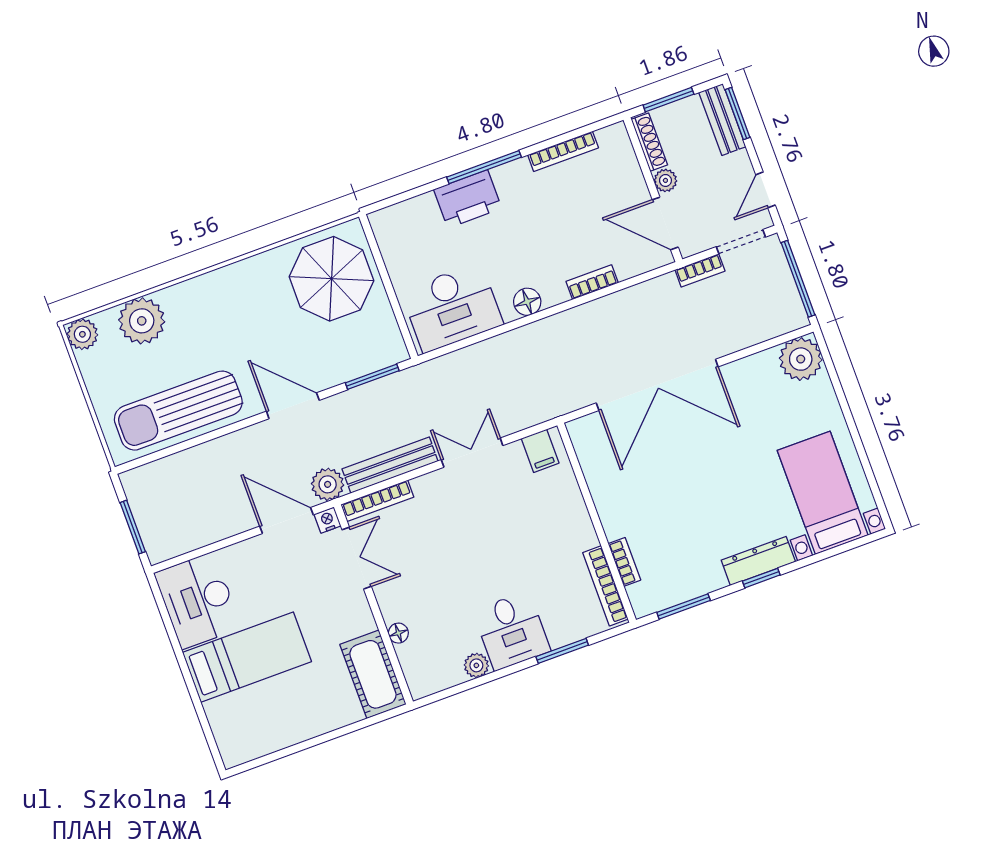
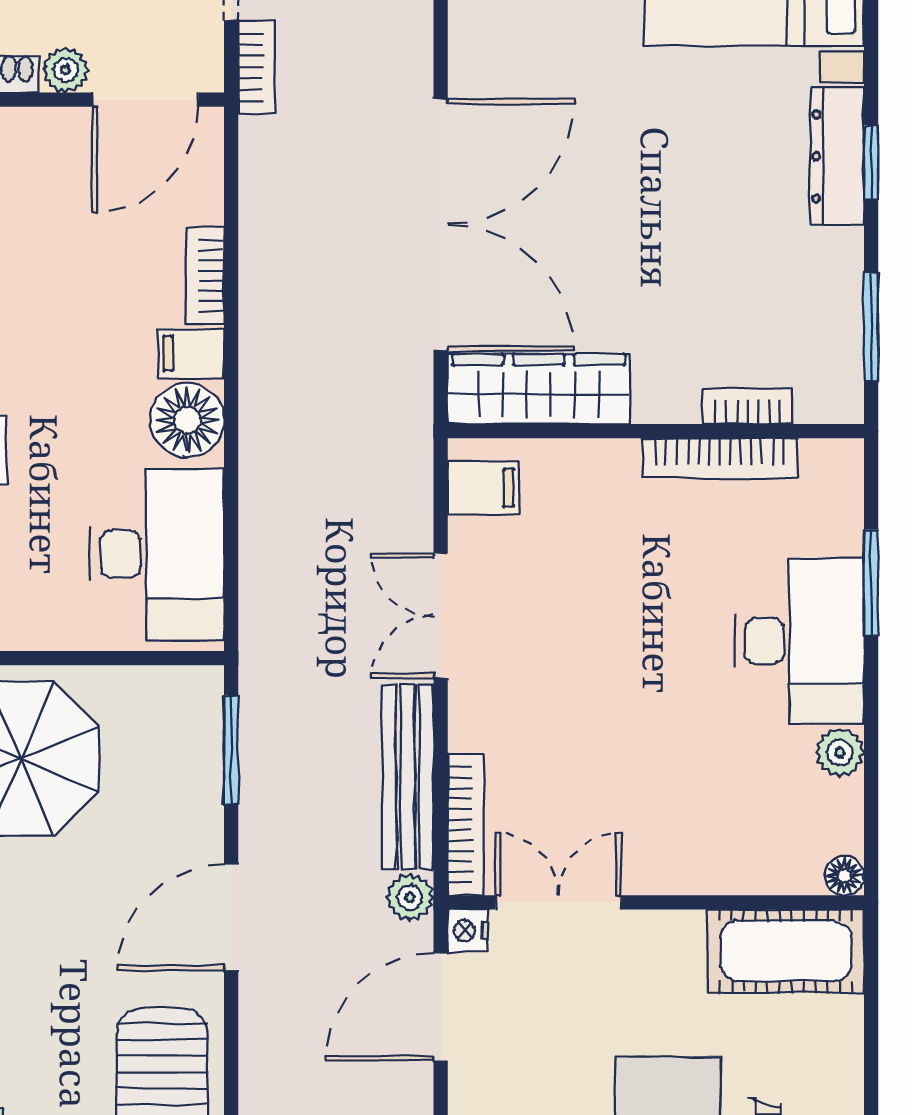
filing cabinet: (553, 289) -> (191, 354), added
floor lamp: (527, 302) -> (187, 420), width x1.38, depth x1.38
wardrobe: (596, 460) -> (539, 389), added
plant: (328, 484) -> (410, 897), width x0.73, depth x0.73
bookcase: (605, 586) -> (720, 458), moved
desk: (512, 631) -> (799, 641), width x1.37
floor lamp: (398, 633) -> (844, 876), moved

